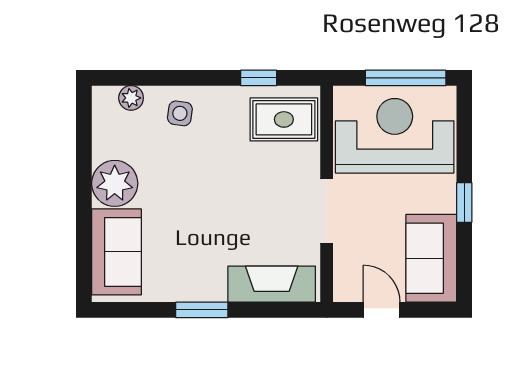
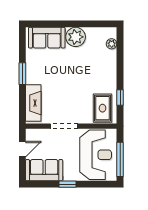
side table: (180, 113) -> (105, 64), removed

